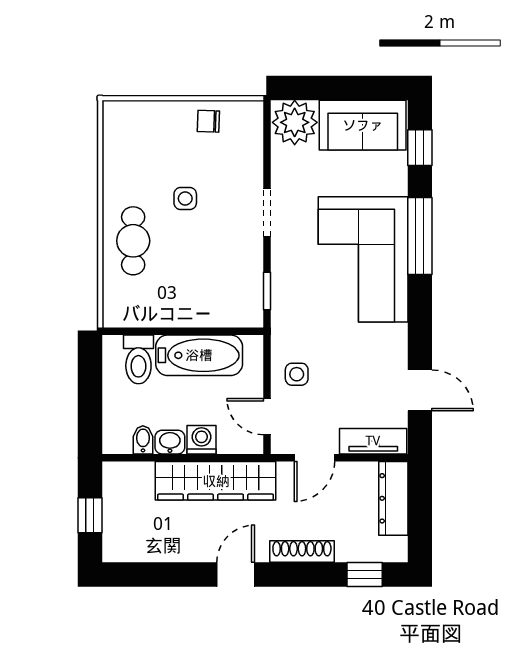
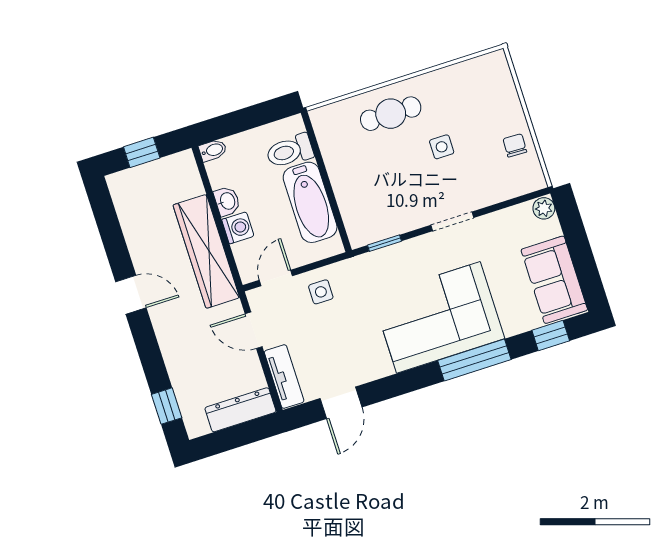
plant: (295, 122) -> (544, 208), width x0.53, depth x0.53
bidet: (143, 440) -> (213, 150), moved
shoe rack: (302, 552) -> (169, 346), removed

